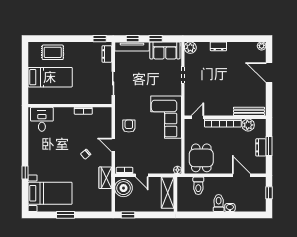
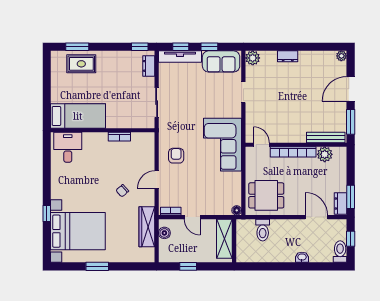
window: (50, 39) -> (77, 47), added
door: (269, 72) -> (351, 89), hinge flipped
bed: (50, 77) -> (78, 116), moved
window: (269, 99) -> (351, 122), added
door: (197, 117) -> (261, 145), hinge flipped
door: (113, 145) -> (157, 179), hinge flipped
window: (269, 146) -> (351, 197), moved
dresser: (261, 147) -> (341, 204), moved
dining table: (201, 158) -> (266, 195), turned 90
wardrobe: (105, 178) -> (147, 227), width x1.50
boiler: (123, 188) -> (164, 233), width x0.54, depth x0.54
bed with nightstands: (50, 193) -> (78, 231), width x1.36
toilet: (219, 203) -> (340, 252), moved
window: (128, 215) -> (188, 266), moved

